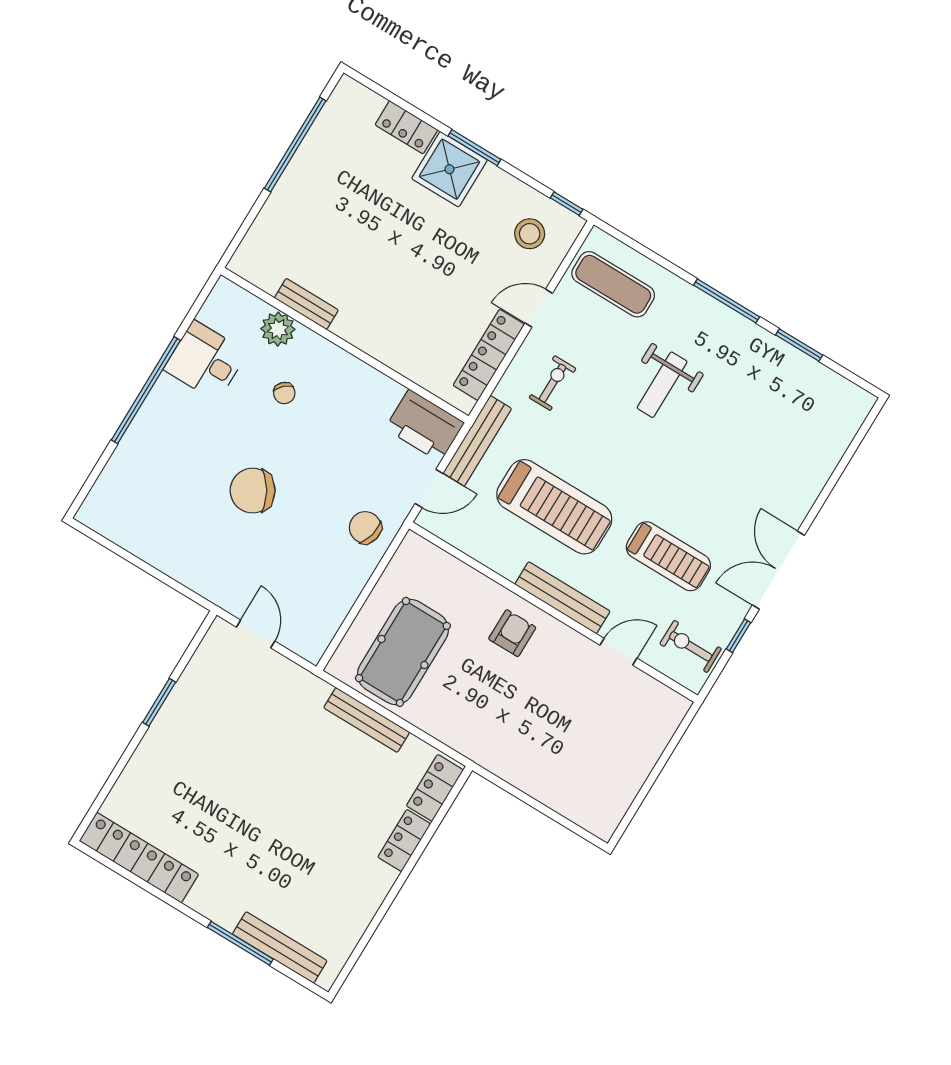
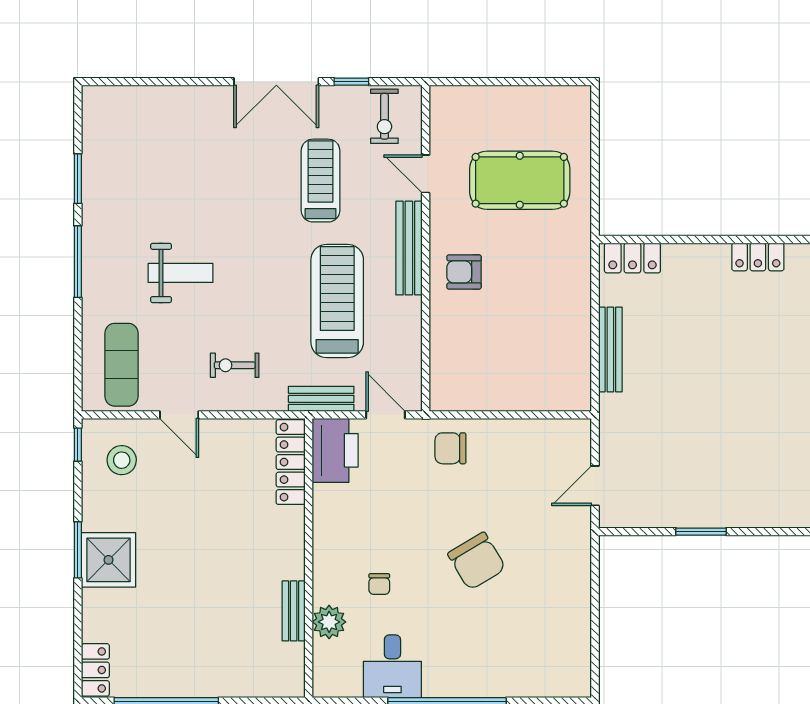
locker: (406, 127) -> (95, 670), moved
locker: (489, 355) -> (291, 462), moved, turned 90
chair: (284, 393) -> (379, 584), turned 134
bench: (477, 441) -> (321, 399), width x0.73
chair: (365, 528) -> (450, 448), turned 77
pool table: (403, 652) -> (520, 180), moved
locker: (404, 840) -> (758, 257), moved

